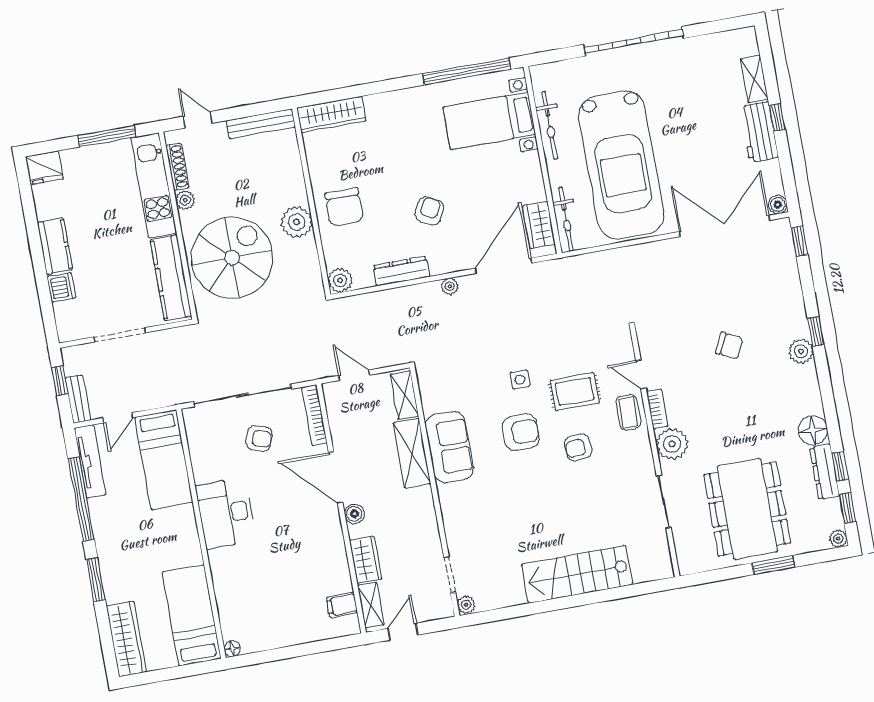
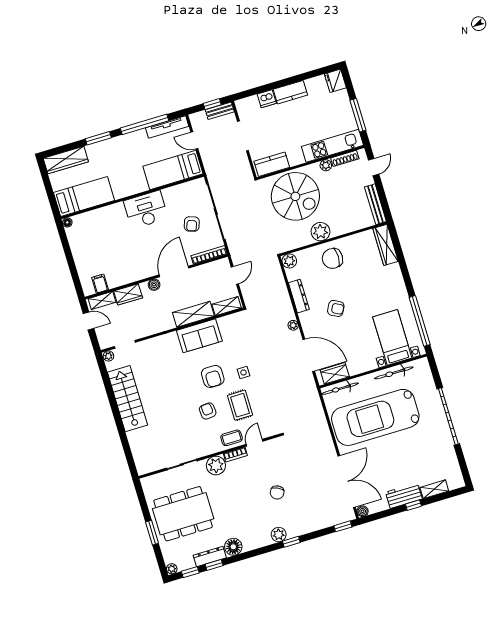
kitchen counter: (171, 278) -> (272, 164), width x0.67
bench: (78, 399) -> (220, 111), moved
stairs: (577, 574) -> (128, 399), moved

